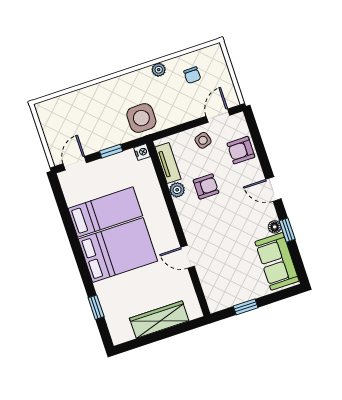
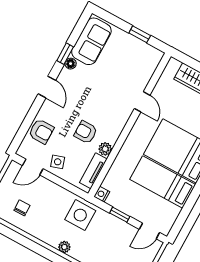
plant: (159, 70) -> (64, 247), moved

